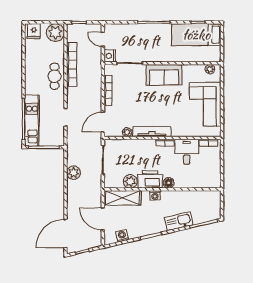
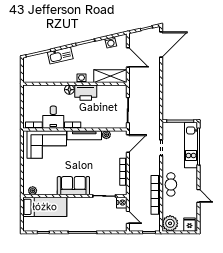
bed: (196, 35) -> (45, 207), moved
door: (23, 63) -> (198, 196), added
corner sofa: (205, 104) -> (47, 144), moved, turned 90
plant: (73, 173) -> (154, 99), removed
plant: (130, 181) -> (103, 91), removed

